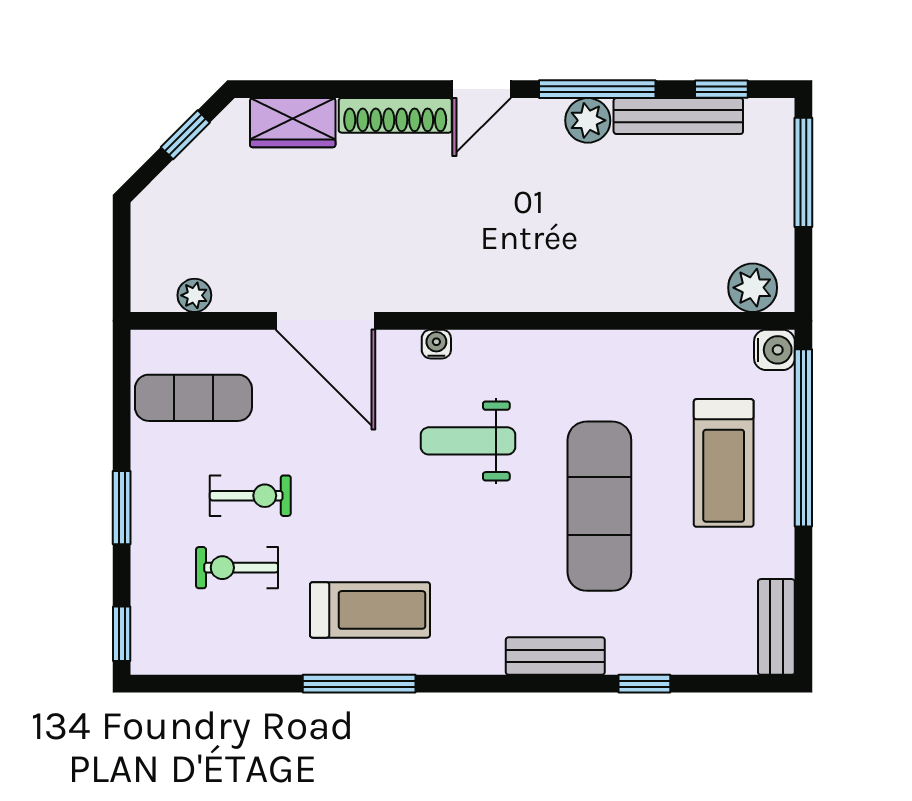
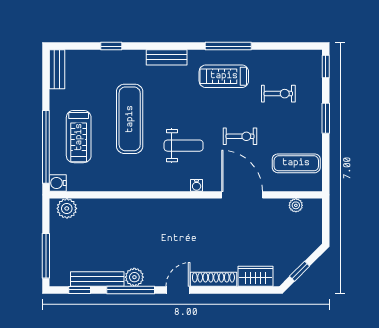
treadmill: (724, 463) -> (79, 137), turned 180
exercise bike: (250, 496) -> (240, 136), moved, turned 180
bench: (555, 656) -> (167, 57), moved

